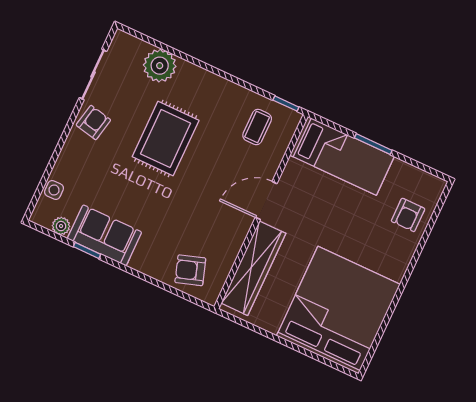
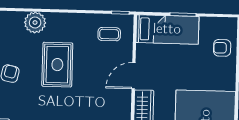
coffee table: (257, 127) -> (109, 34), turned 90
armchair: (408, 215) -> (222, 48), turned 90

